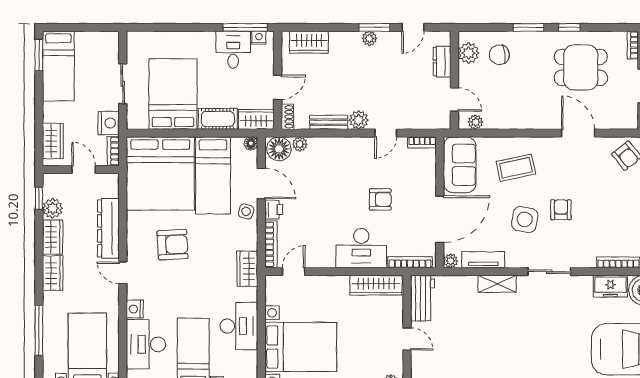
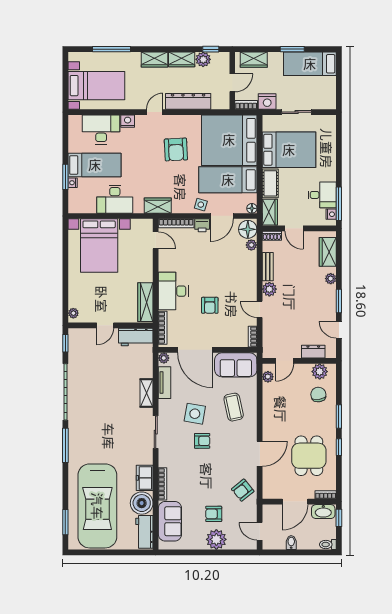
plant: (369, 38) -> (331, 279), moved
window: (39, 55) -> (292, 49), moved

